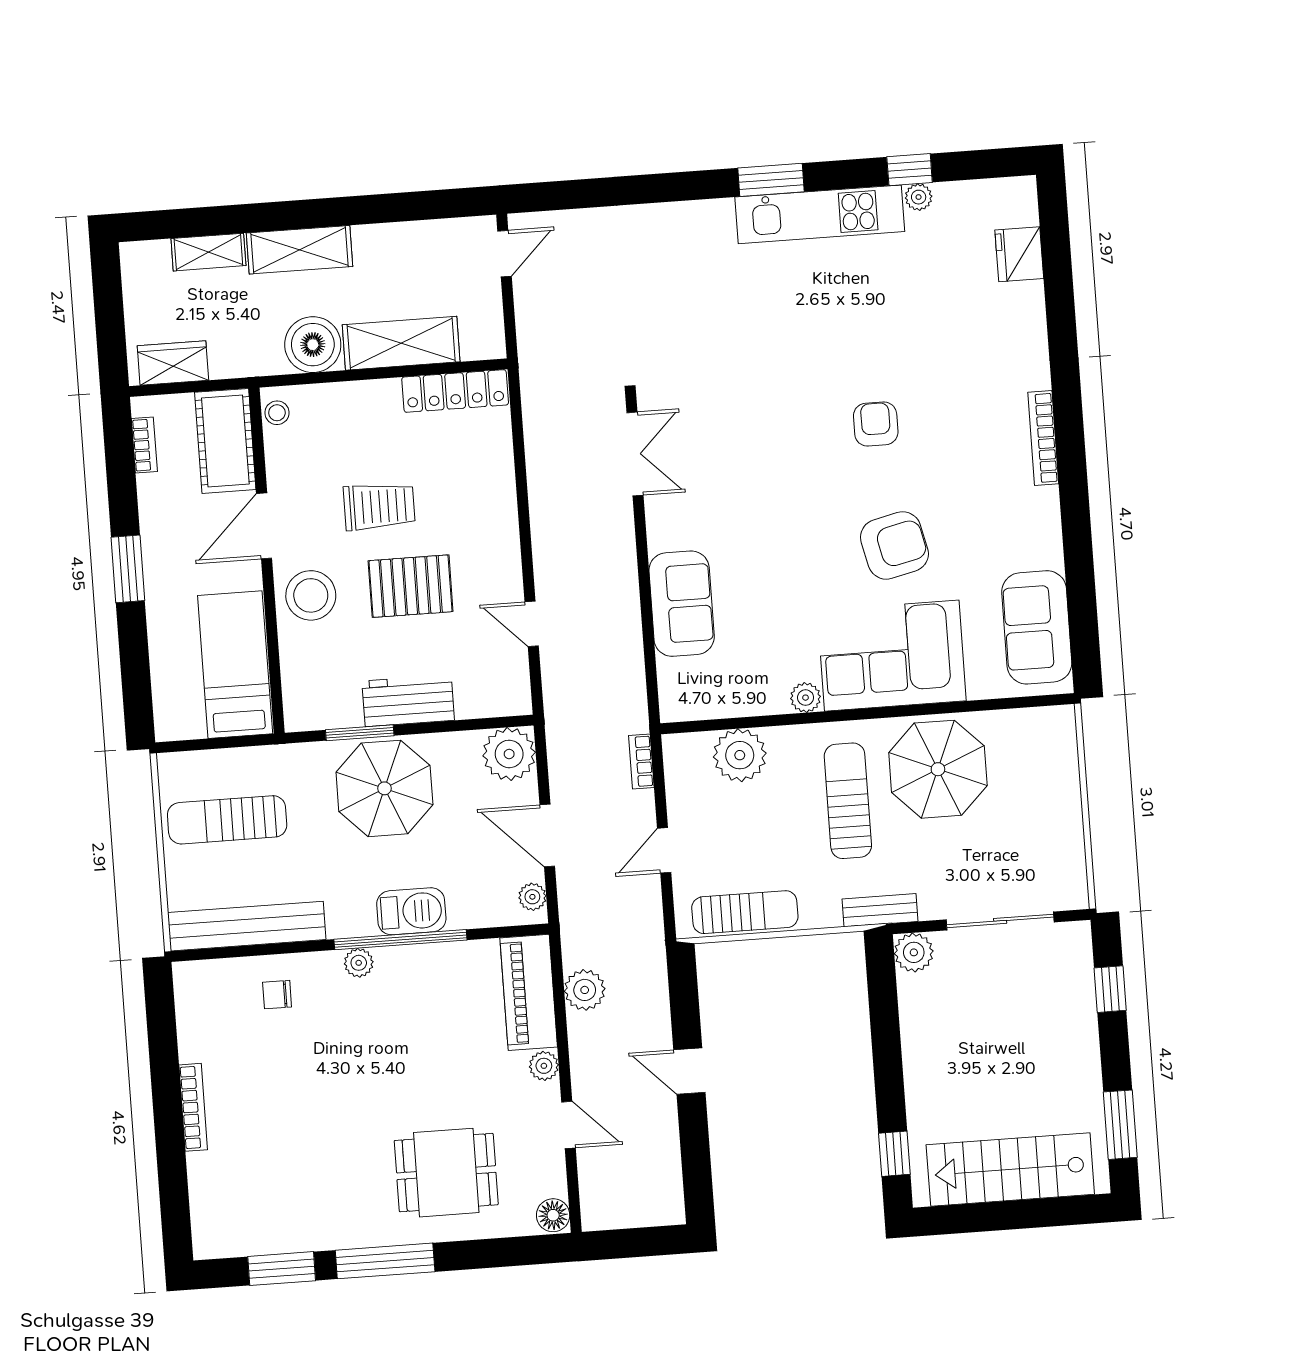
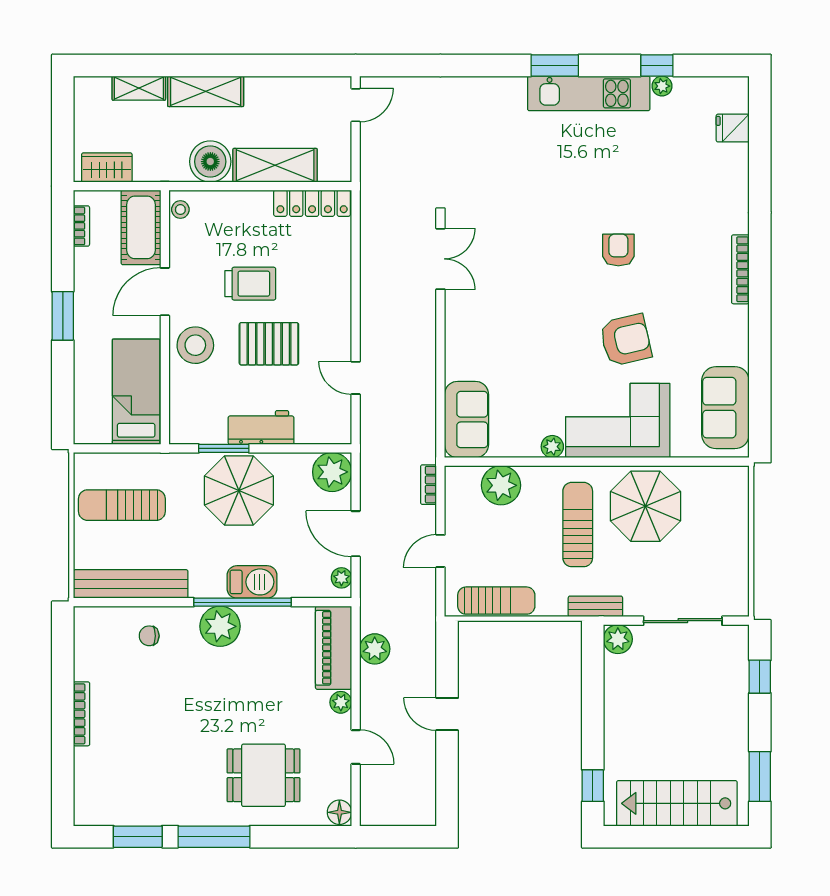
fridge: (1019, 254) -> (733, 128), width x0.72
sofa: (682, 604) -> (466, 420), moved
plant: (359, 963) -> (220, 626), width x1.87, depth x1.87

